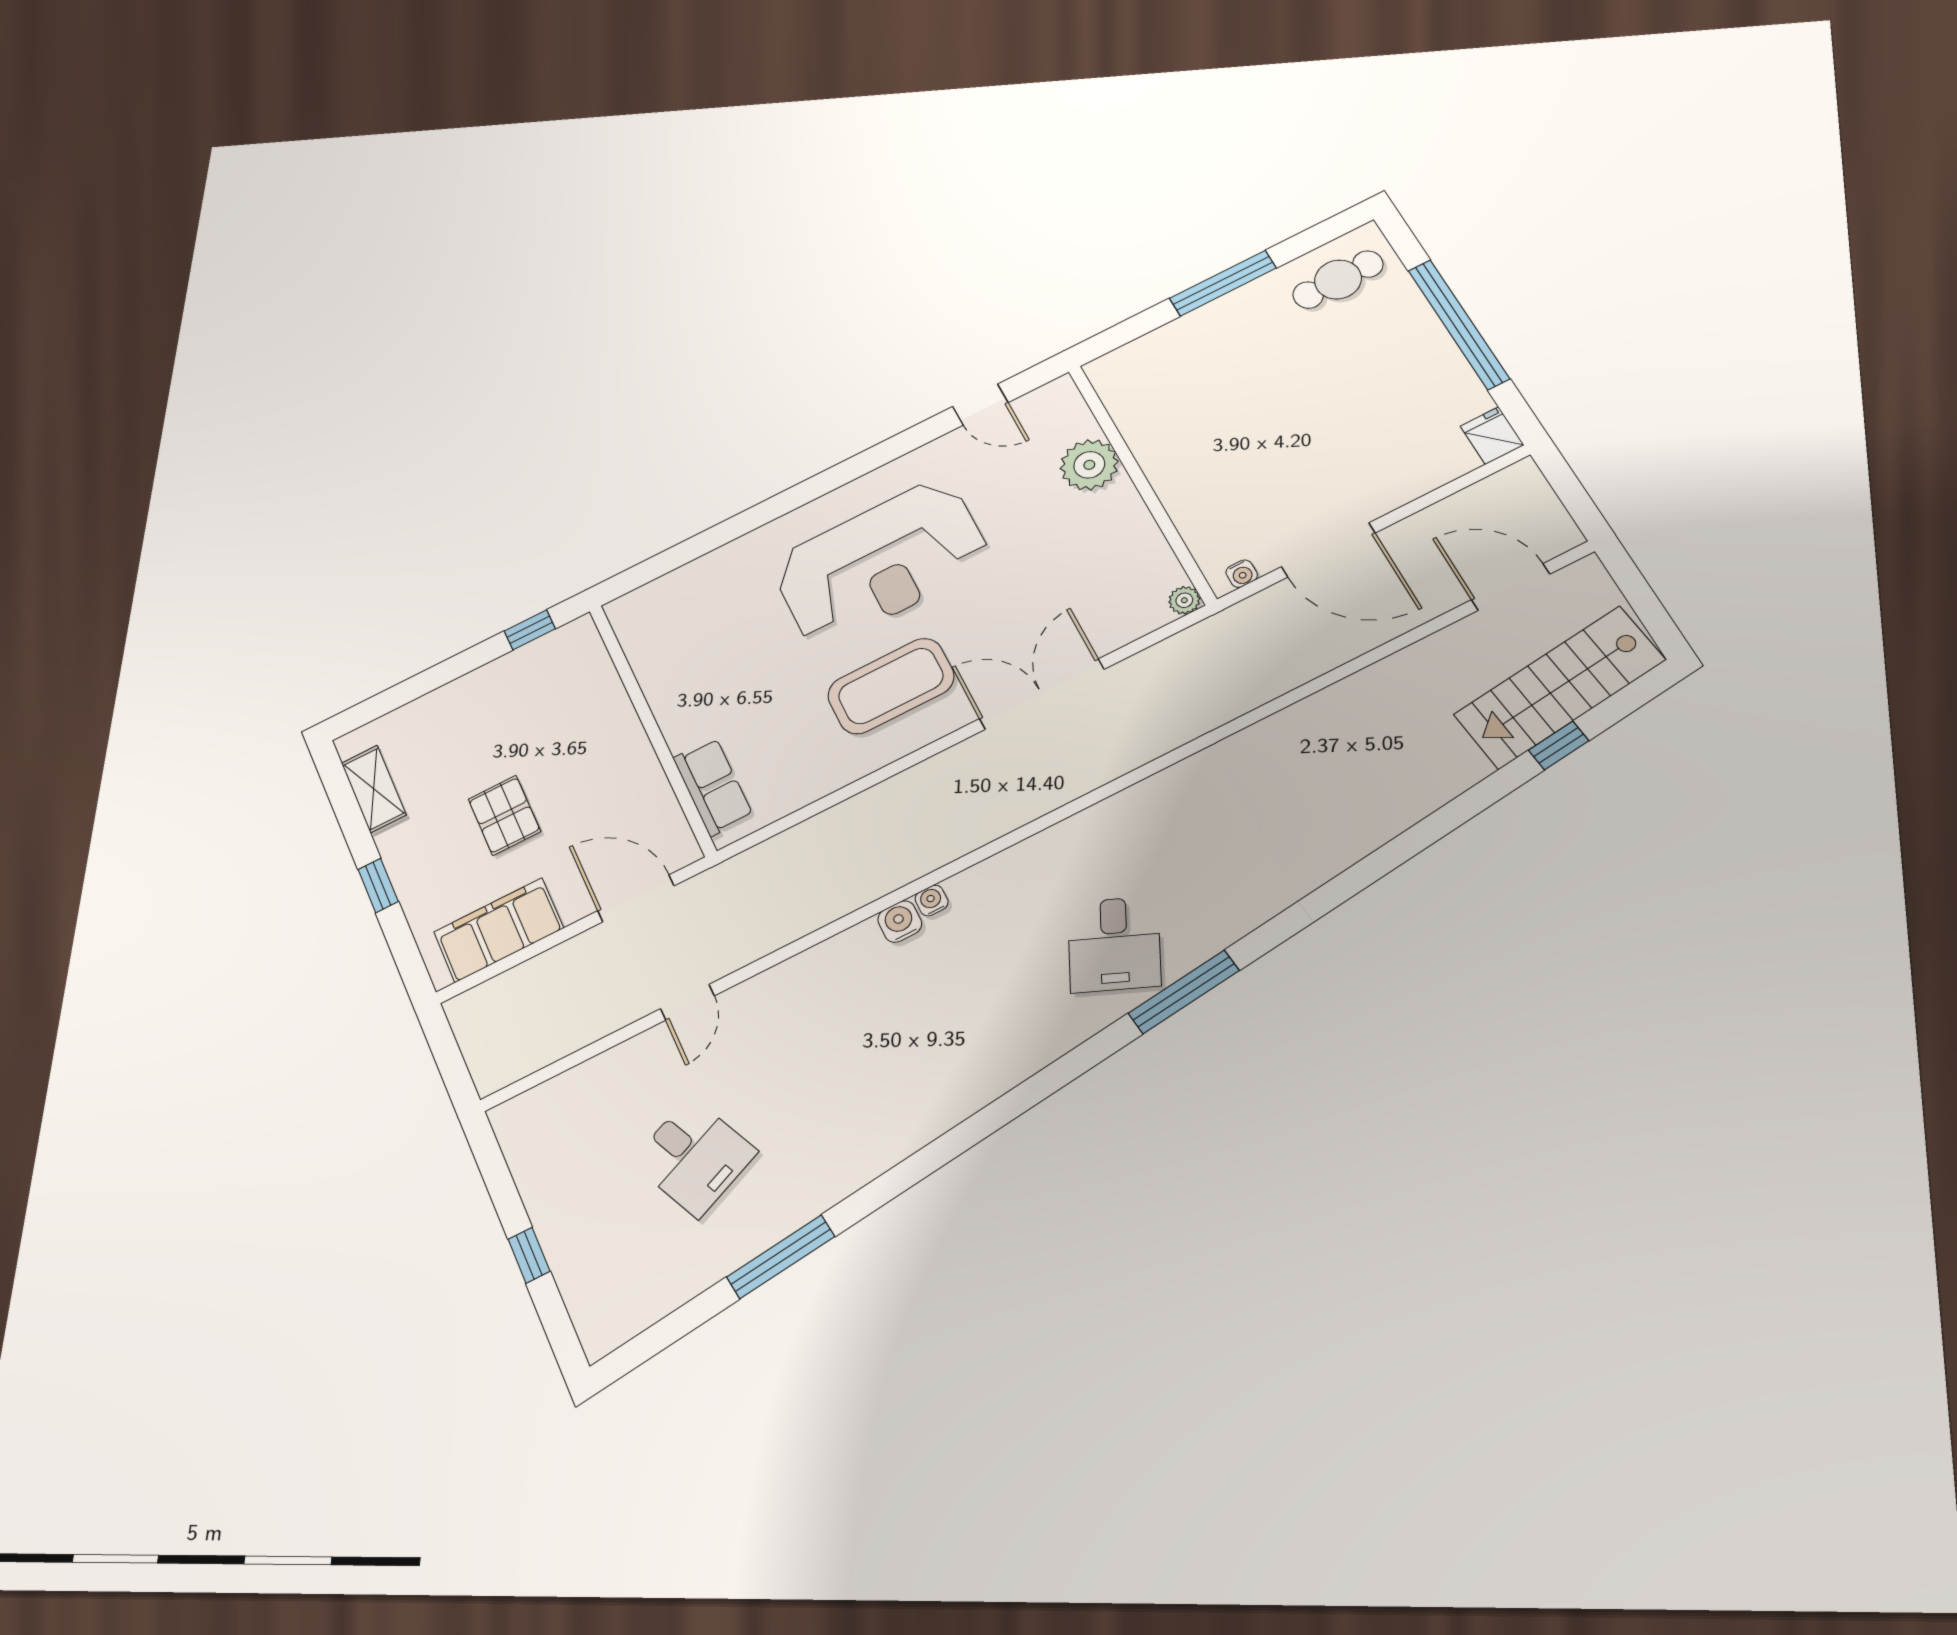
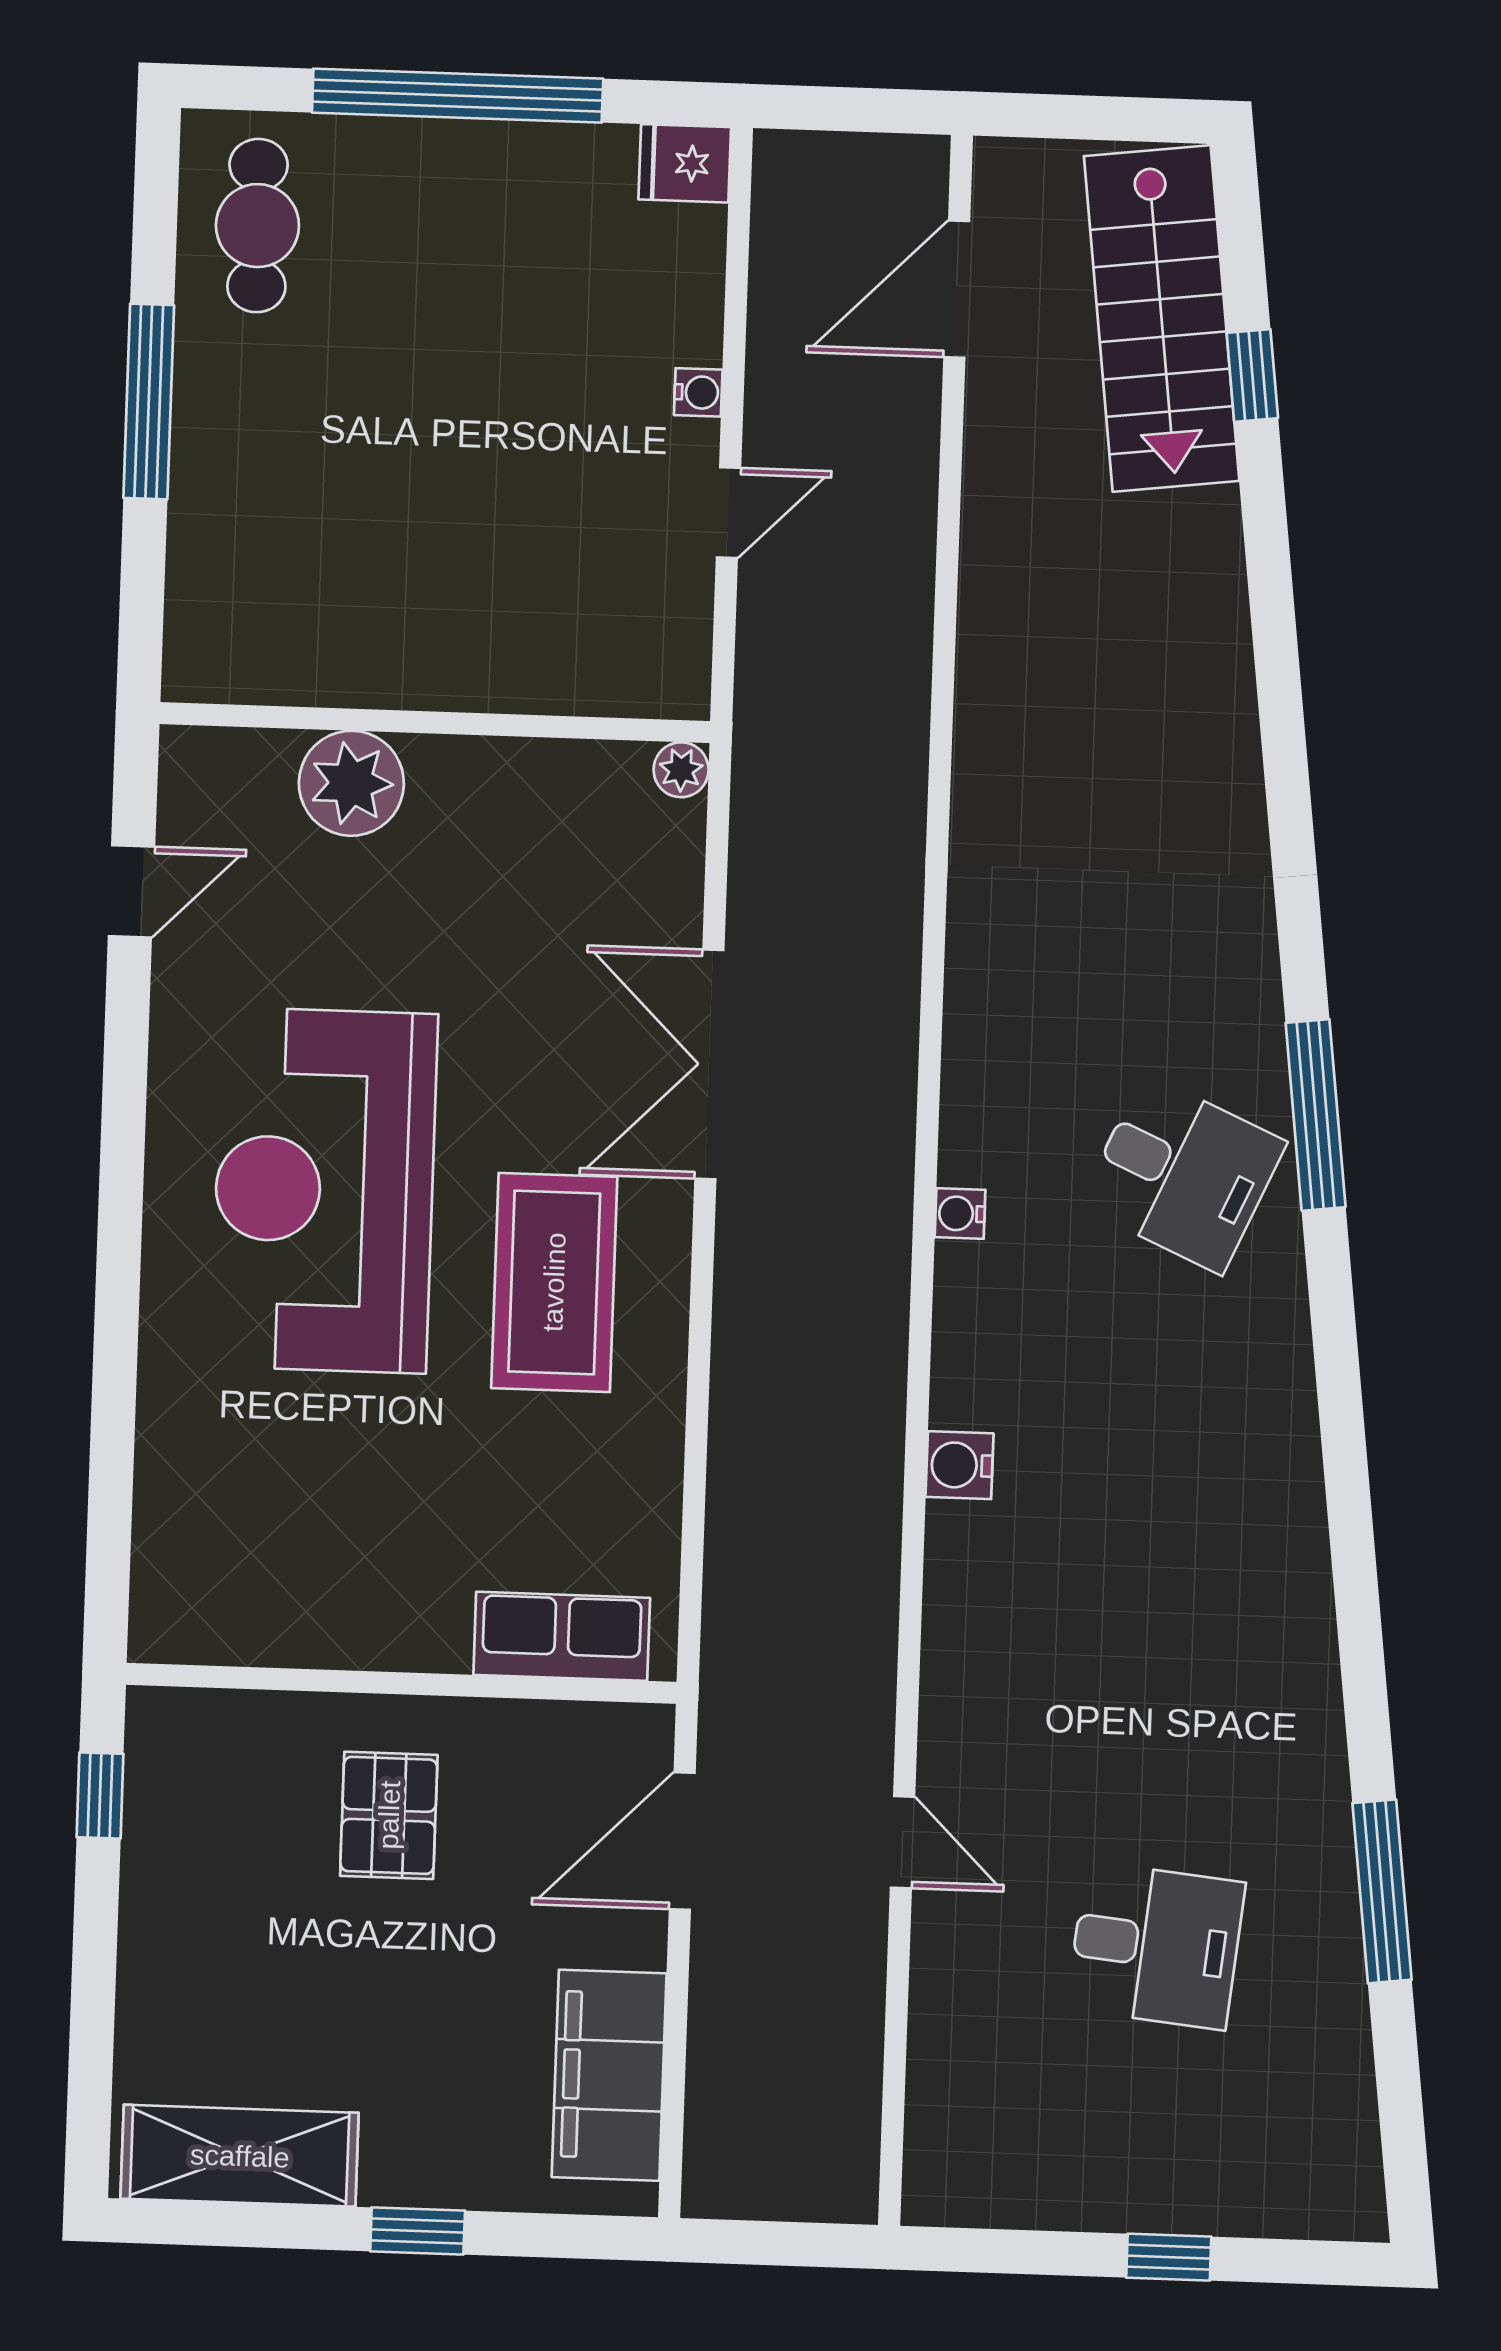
door: (1328, 550) -> (729, 513), width x0.53
reception desk: (881, 562) -> (324, 1190), turned 180
water cooler: (1242, 574) -> (698, 392), moved
shelving: (374, 789) -> (240, 2156), width x1.50, depth x1.33
pallet: (504, 815) -> (389, 1815), moved, turned 90
water cooler: (932, 900) -> (960, 1214), moved
desk: (694, 1157) -> (1156, 1946), turned 30

